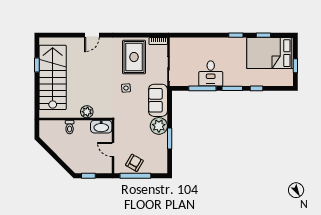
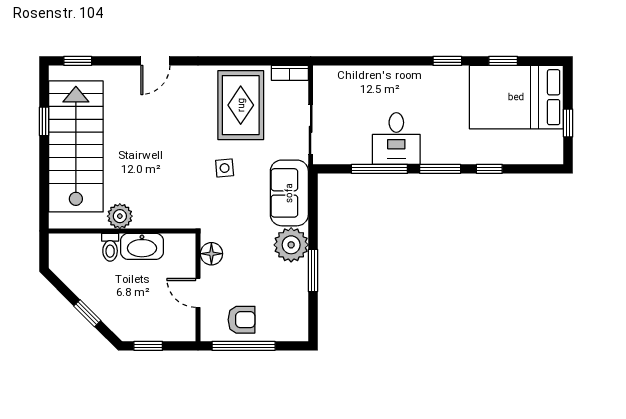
window: (54, 35) -> (78, 61), added
plant: (87, 112) -> (120, 216), moved
washbasin: (101, 127) -> (142, 246), moved
floor lamp: (120, 130) -> (211, 254), added
window: (58, 160) -> (87, 313), added
armchair: (134, 163) -> (242, 320), turned 60

